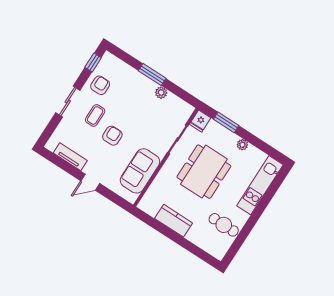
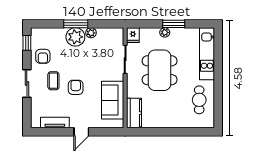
armchair: (100, 85) -> (43, 56), turned 180
plant: (144, 87) -> (75, 37), added
window: (226, 122) -> (174, 24), moved
plant: (242, 145) -> (165, 32), moved
kitchen counter: (174, 221) -> (134, 113), moved, turned 90
cafe table: (224, 225) -> (199, 100), turned 90

